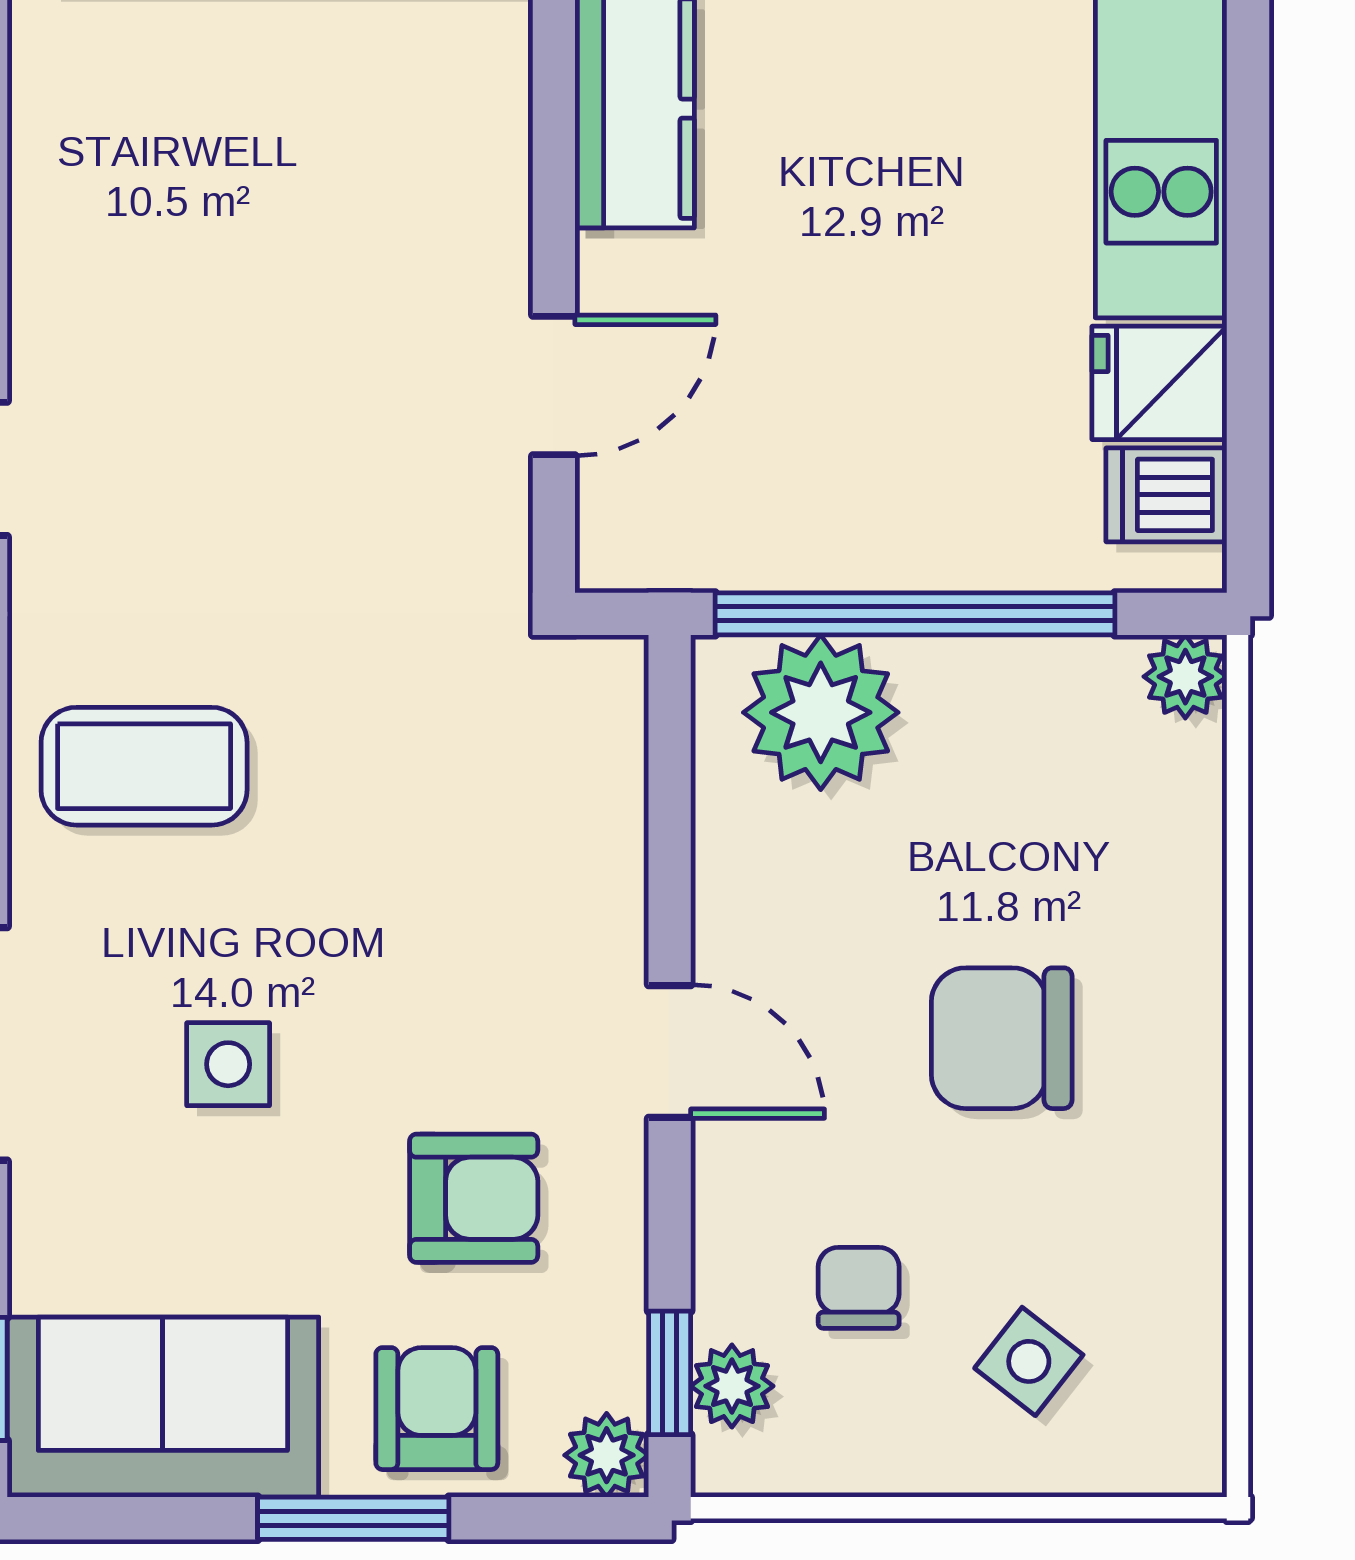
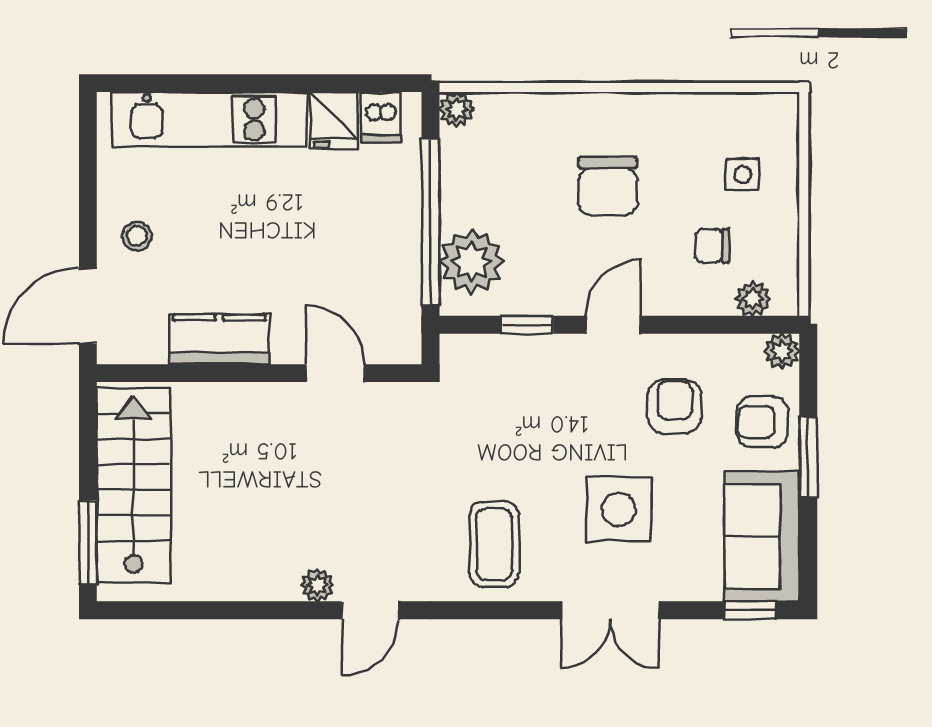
plant: (47, 343) -> (317, 585), added
side table: (228, 1064) -> (619, 509), width x1.87, depth x1.87
side table: (1029, 1361) -> (743, 175), turned -38
window: (670, 1373) -> (527, 325), moved

